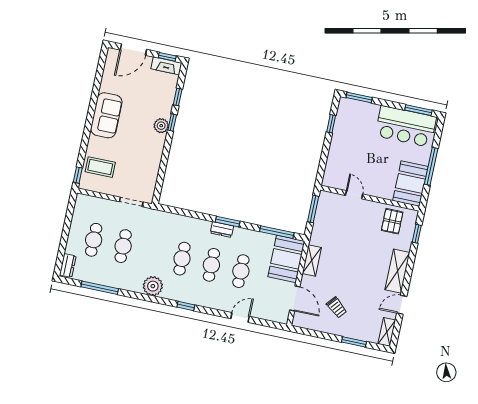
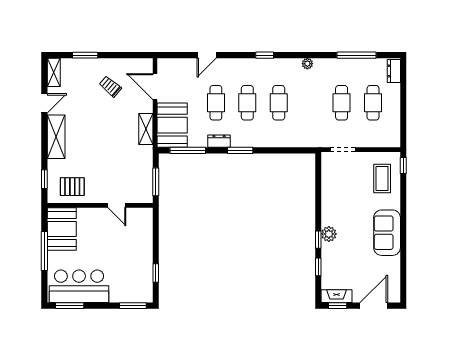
coffee table: (100, 167) -> (382, 178), turned 90
pallet: (392, 221) -> (72, 187), turned 90
dresser: (222, 229) -> (219, 141), moved
plant: (153, 286) -> (307, 64), width x0.53, depth x0.53

